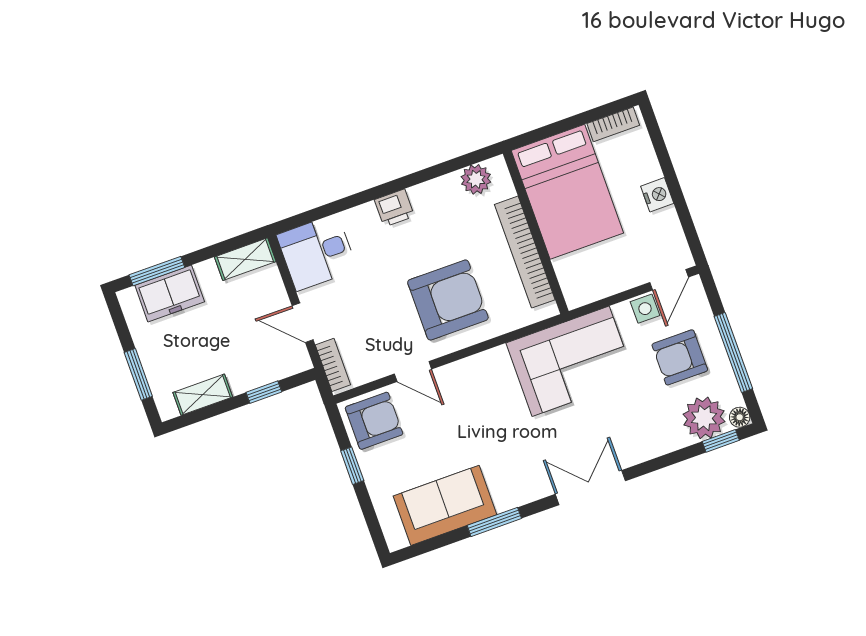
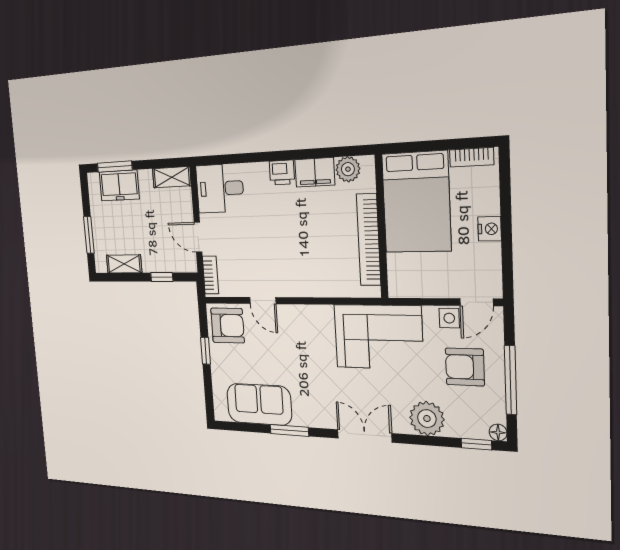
filing cabinet: (436, 195) -> (315, 172), added
armchair: (448, 300) -> (301, 257), removed
plant: (704, 418) -> (427, 419), moved

